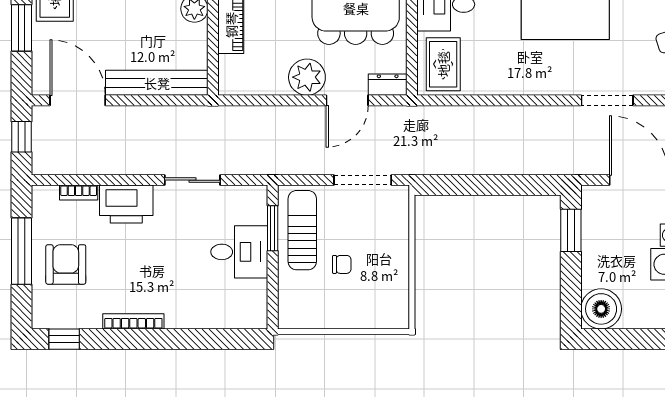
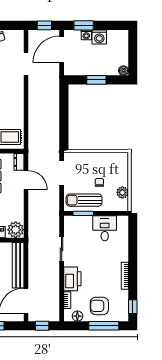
plant: (307, 77) -> (16, 230), moved
floor lamp: (43, 215) -> (77, 316), added
window: (571, 230) -> (96, 80), moved
window: (22, 251) -> (104, 326), moved
desk: (239, 252) -> (105, 228), moved
boiler: (601, 309) -> (123, 71), width x0.54, depth x0.54
plant: (319, 316) -> (122, 192), added

